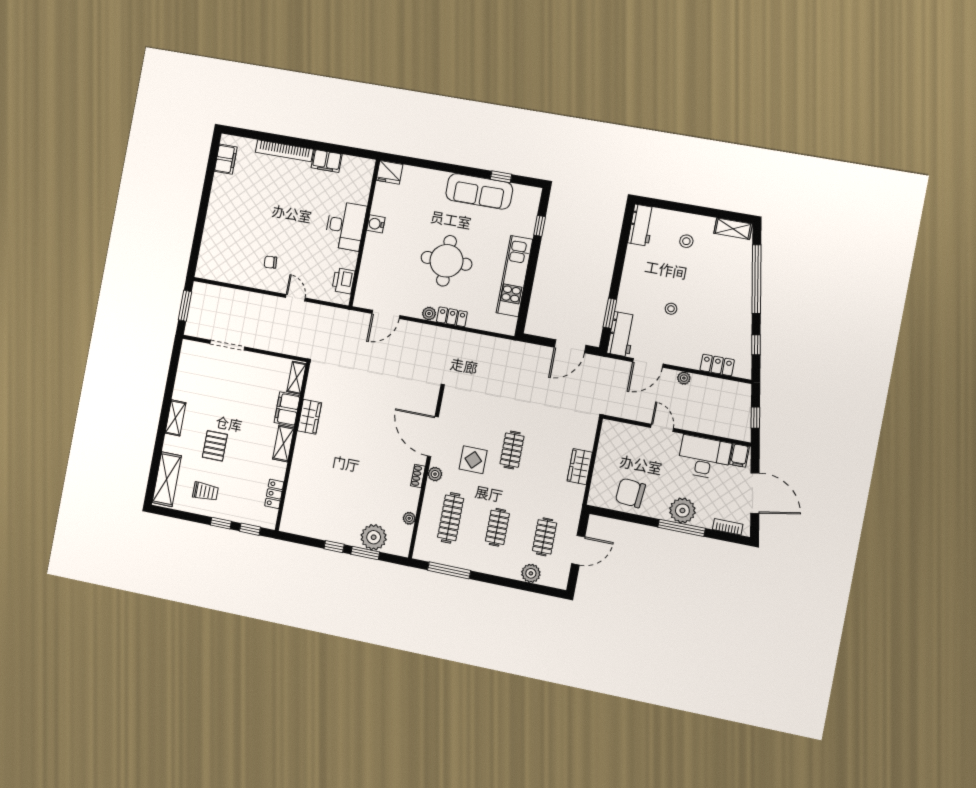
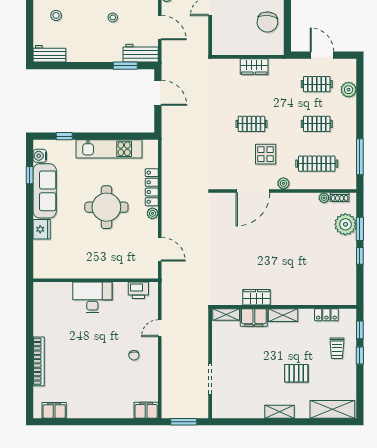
filing cabinet: (327, 161) -> (146, 410), moved, turned -90
fridge: (389, 172) -> (42, 229), moved
water cooler: (376, 224) -> (40, 156), moved, turned 90
locker: (452, 317) -> (152, 187), width x1.53
shoe rack: (418, 476) -> (340, 197), moved
trolley: (205, 492) -> (337, 348), moved, turned 180

